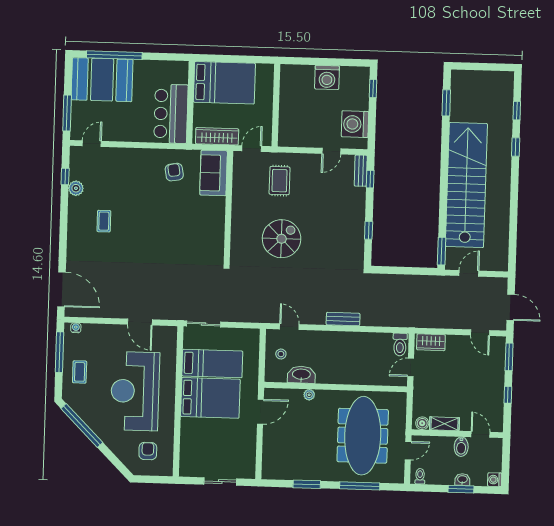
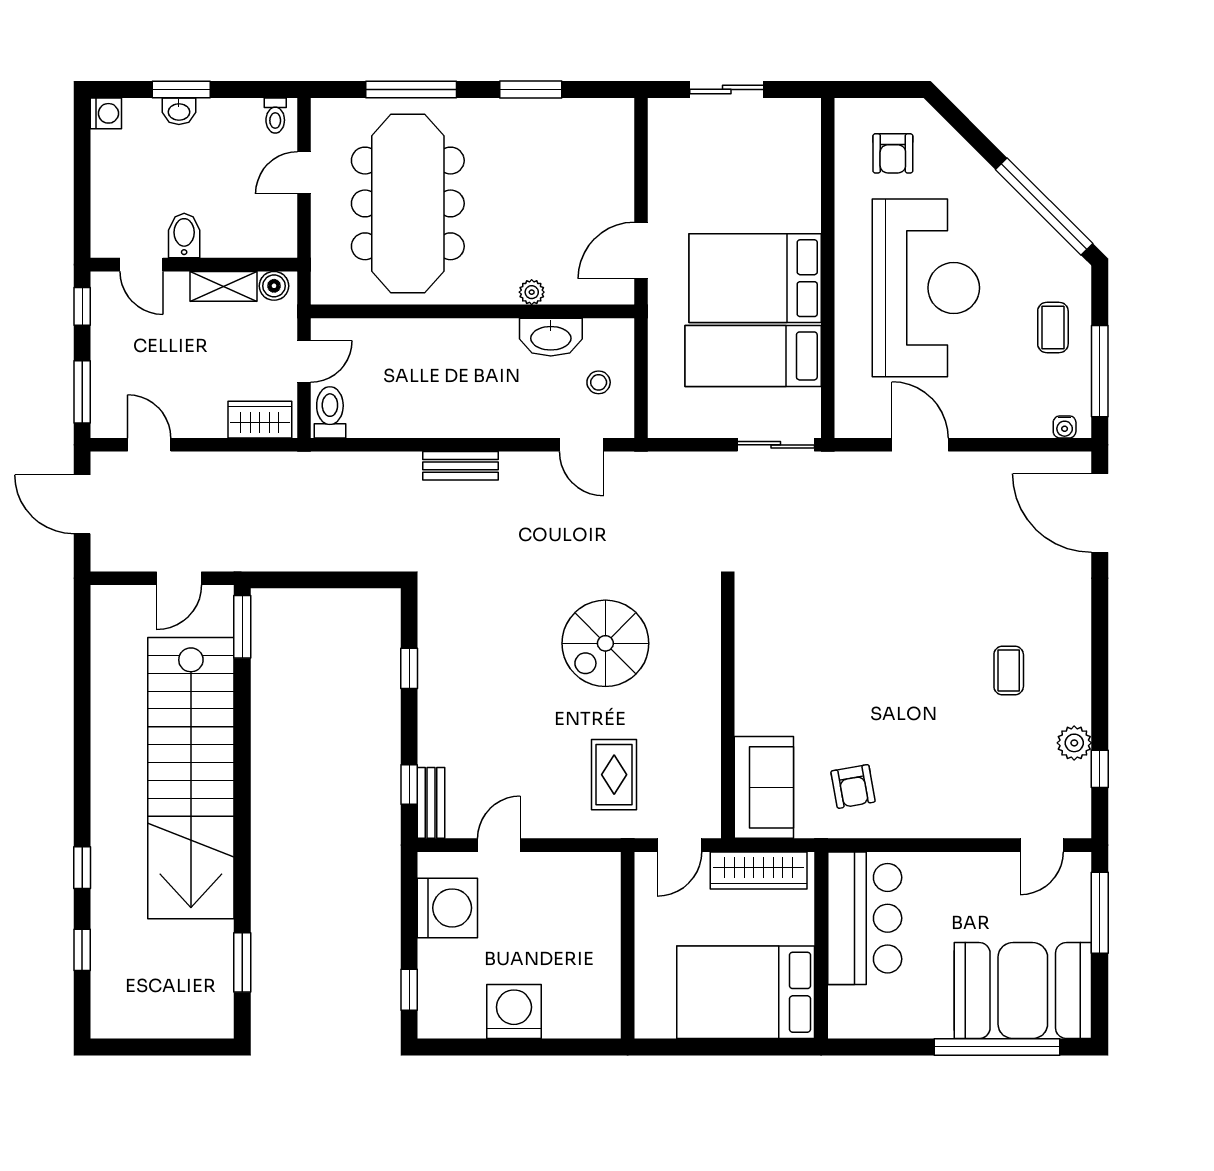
boiler: (422, 423) -> (274, 286), moved
shelving: (444, 424) -> (224, 286), moved
wall: (457, 434) -> (194, 265), moved
door: (480, 434) -> (141, 265), moved
bidet: (461, 447) -> (184, 236), moved

